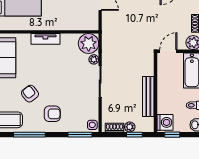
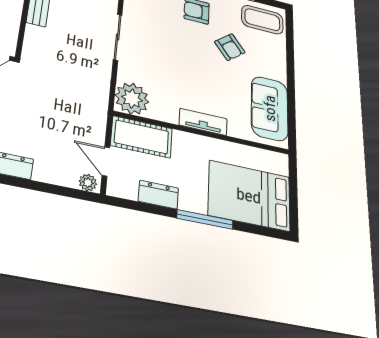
cot: (81, 21) -> (142, 137), added
plant: (94, 59) -> (125, 72), removed

